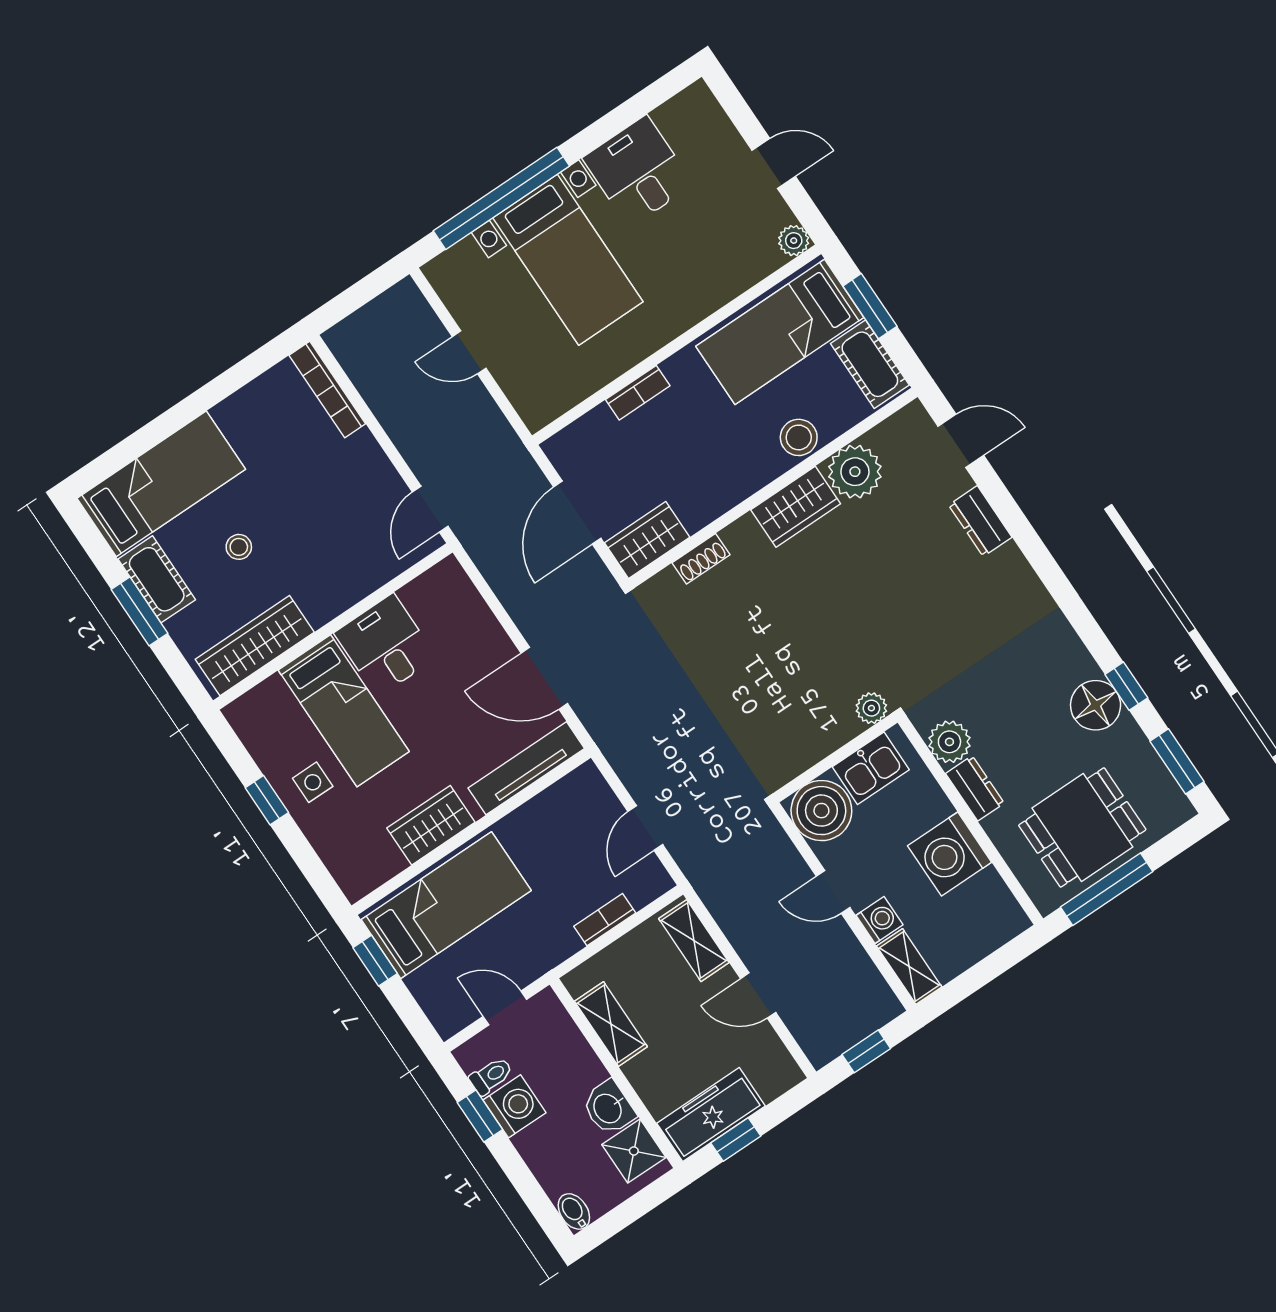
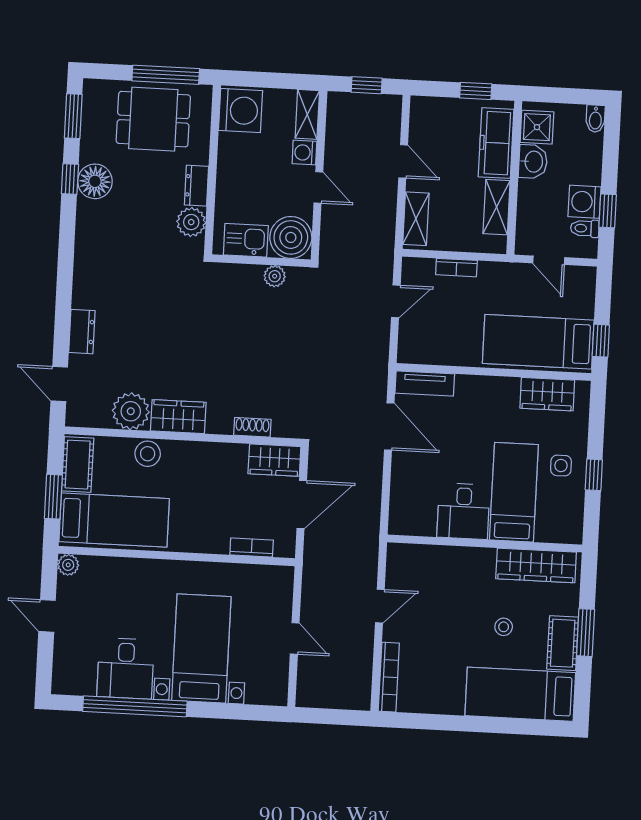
window: (501, 198) -> (135, 706), moved
bookcase: (638, 393) -> (252, 547), moved
door: (430, 509) -> (380, 606), moved
plant: (871, 708) -> (275, 276), moved
tv unit: (526, 768) -> (425, 384), width x0.71
wardrobe: (431, 825) -> (547, 394), moved
washing machine: (950, 854) -> (241, 111), moved
freezer: (711, 1115) -> (496, 143), moved, turned 90

